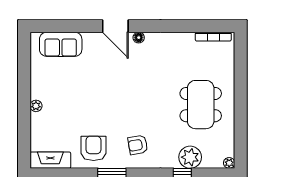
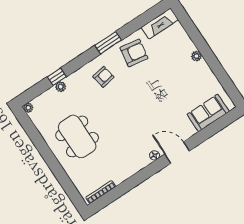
armchair: (94, 148) -> (134, 53), turned -81
plant: (190, 157) -> (61, 87), width x0.53, depth x0.53

